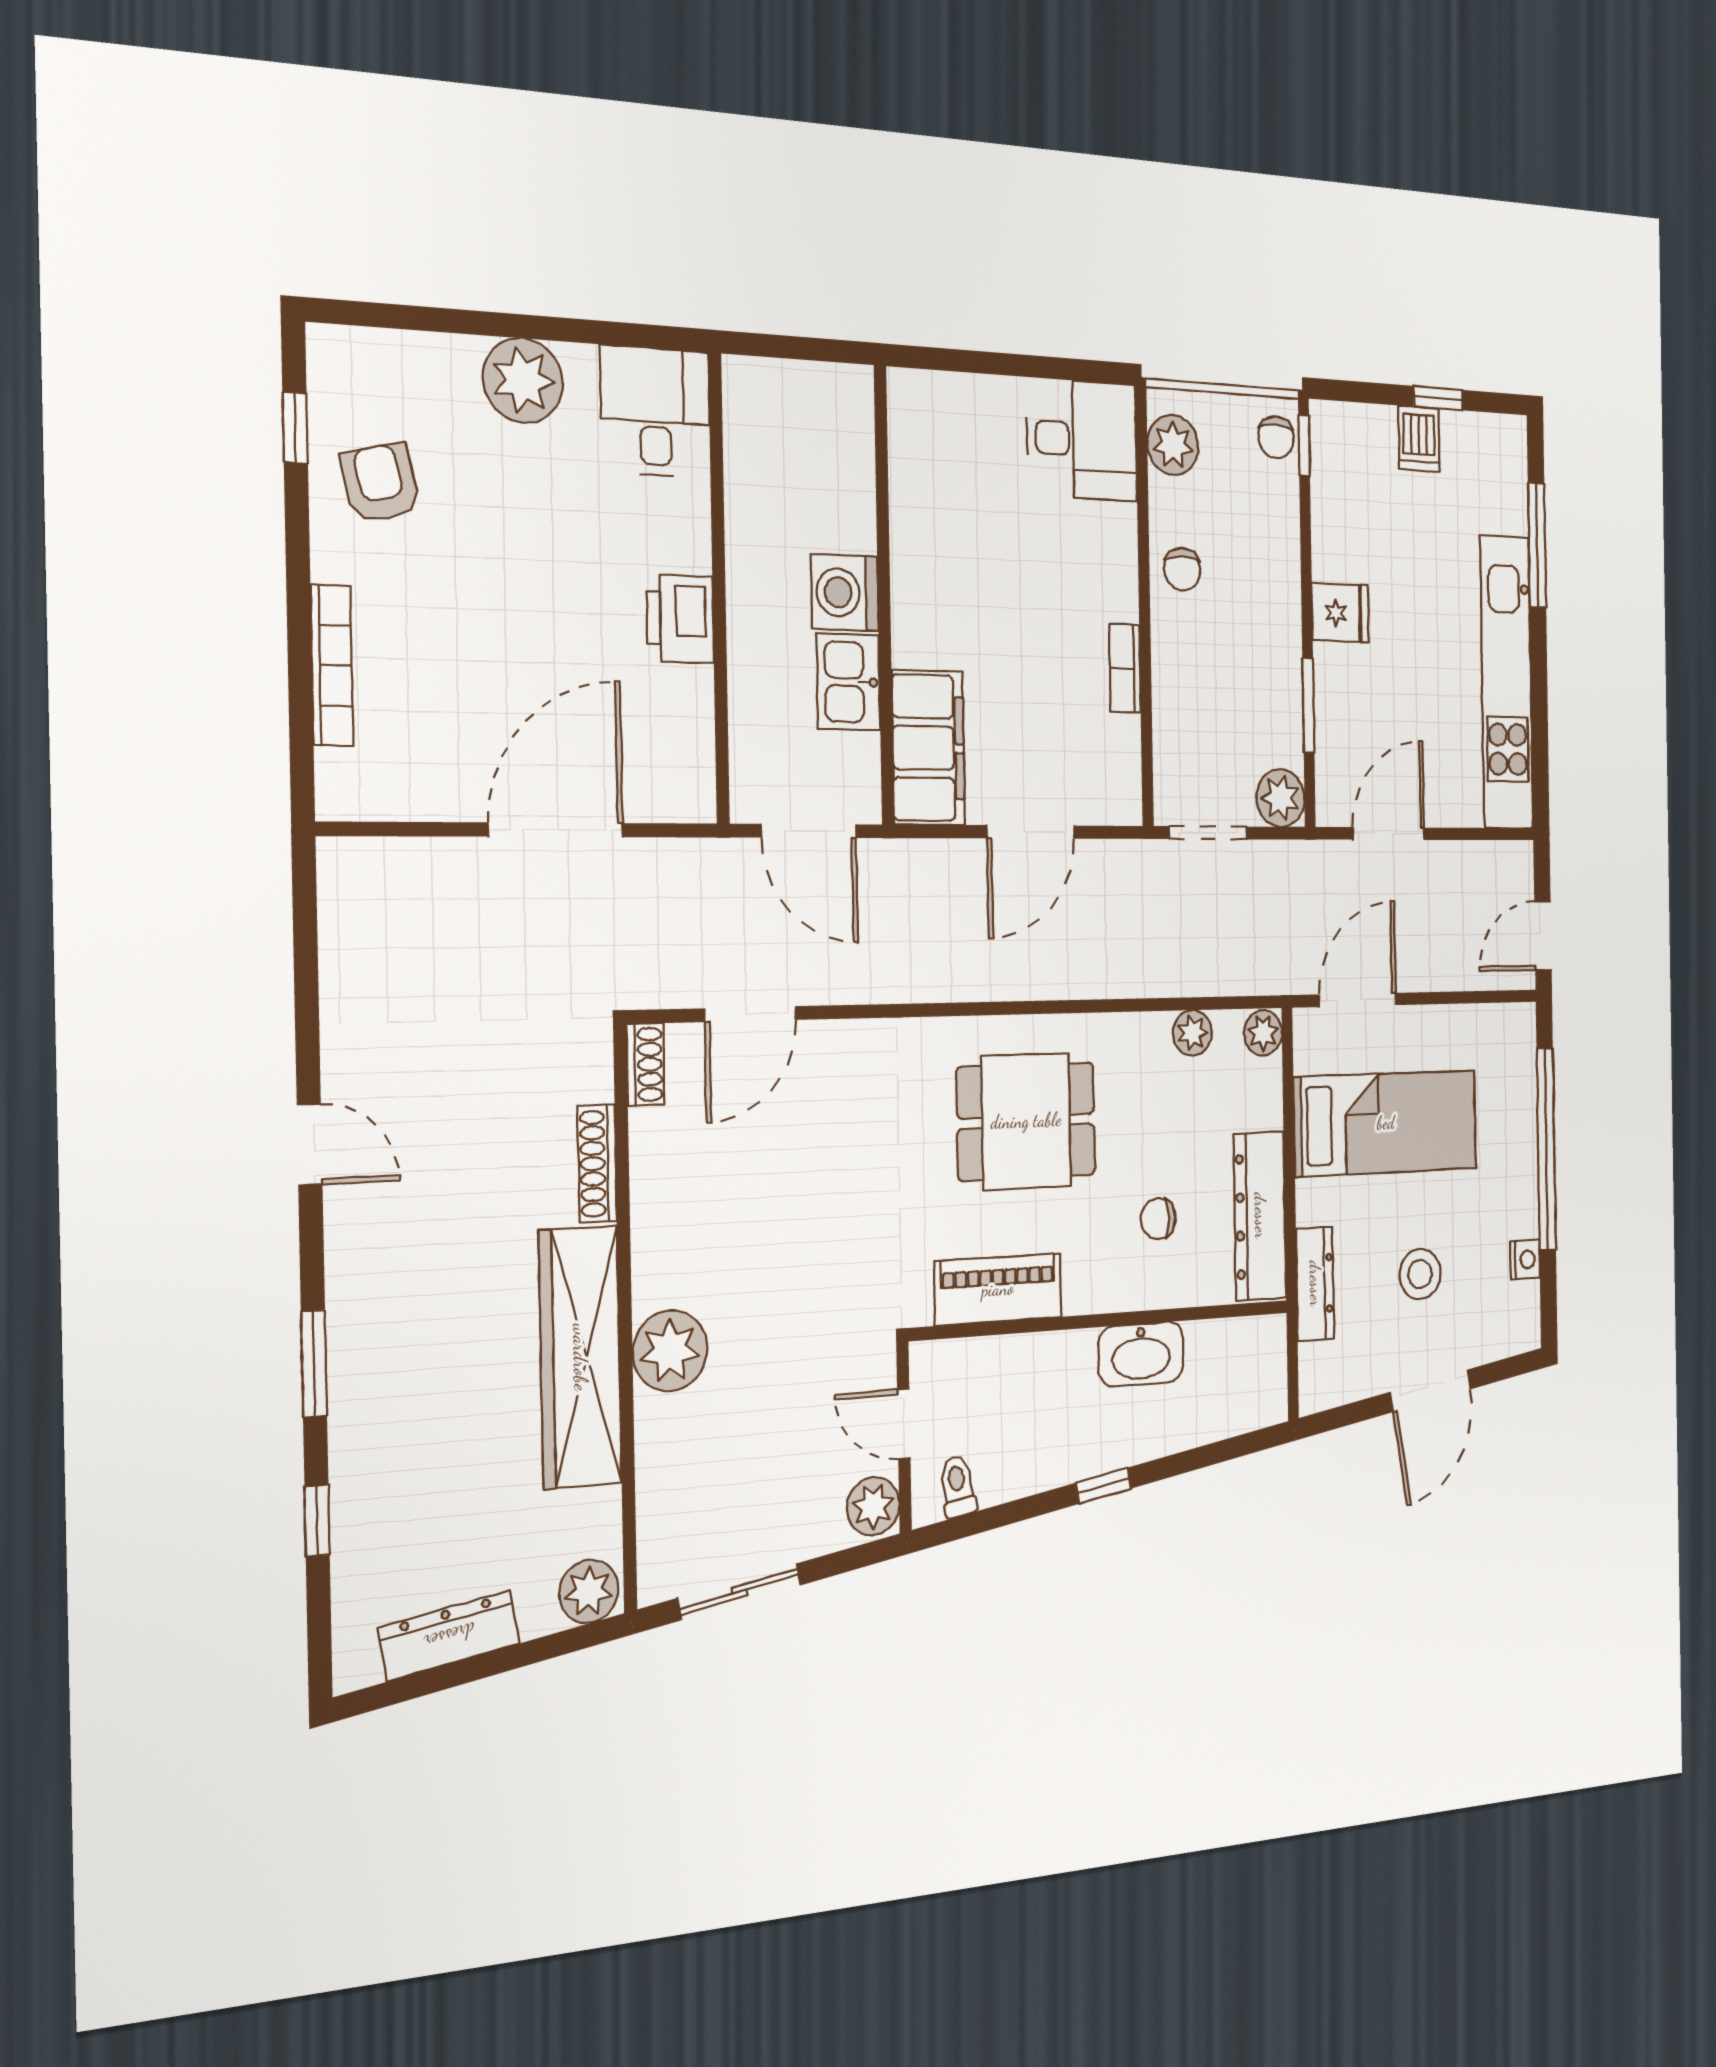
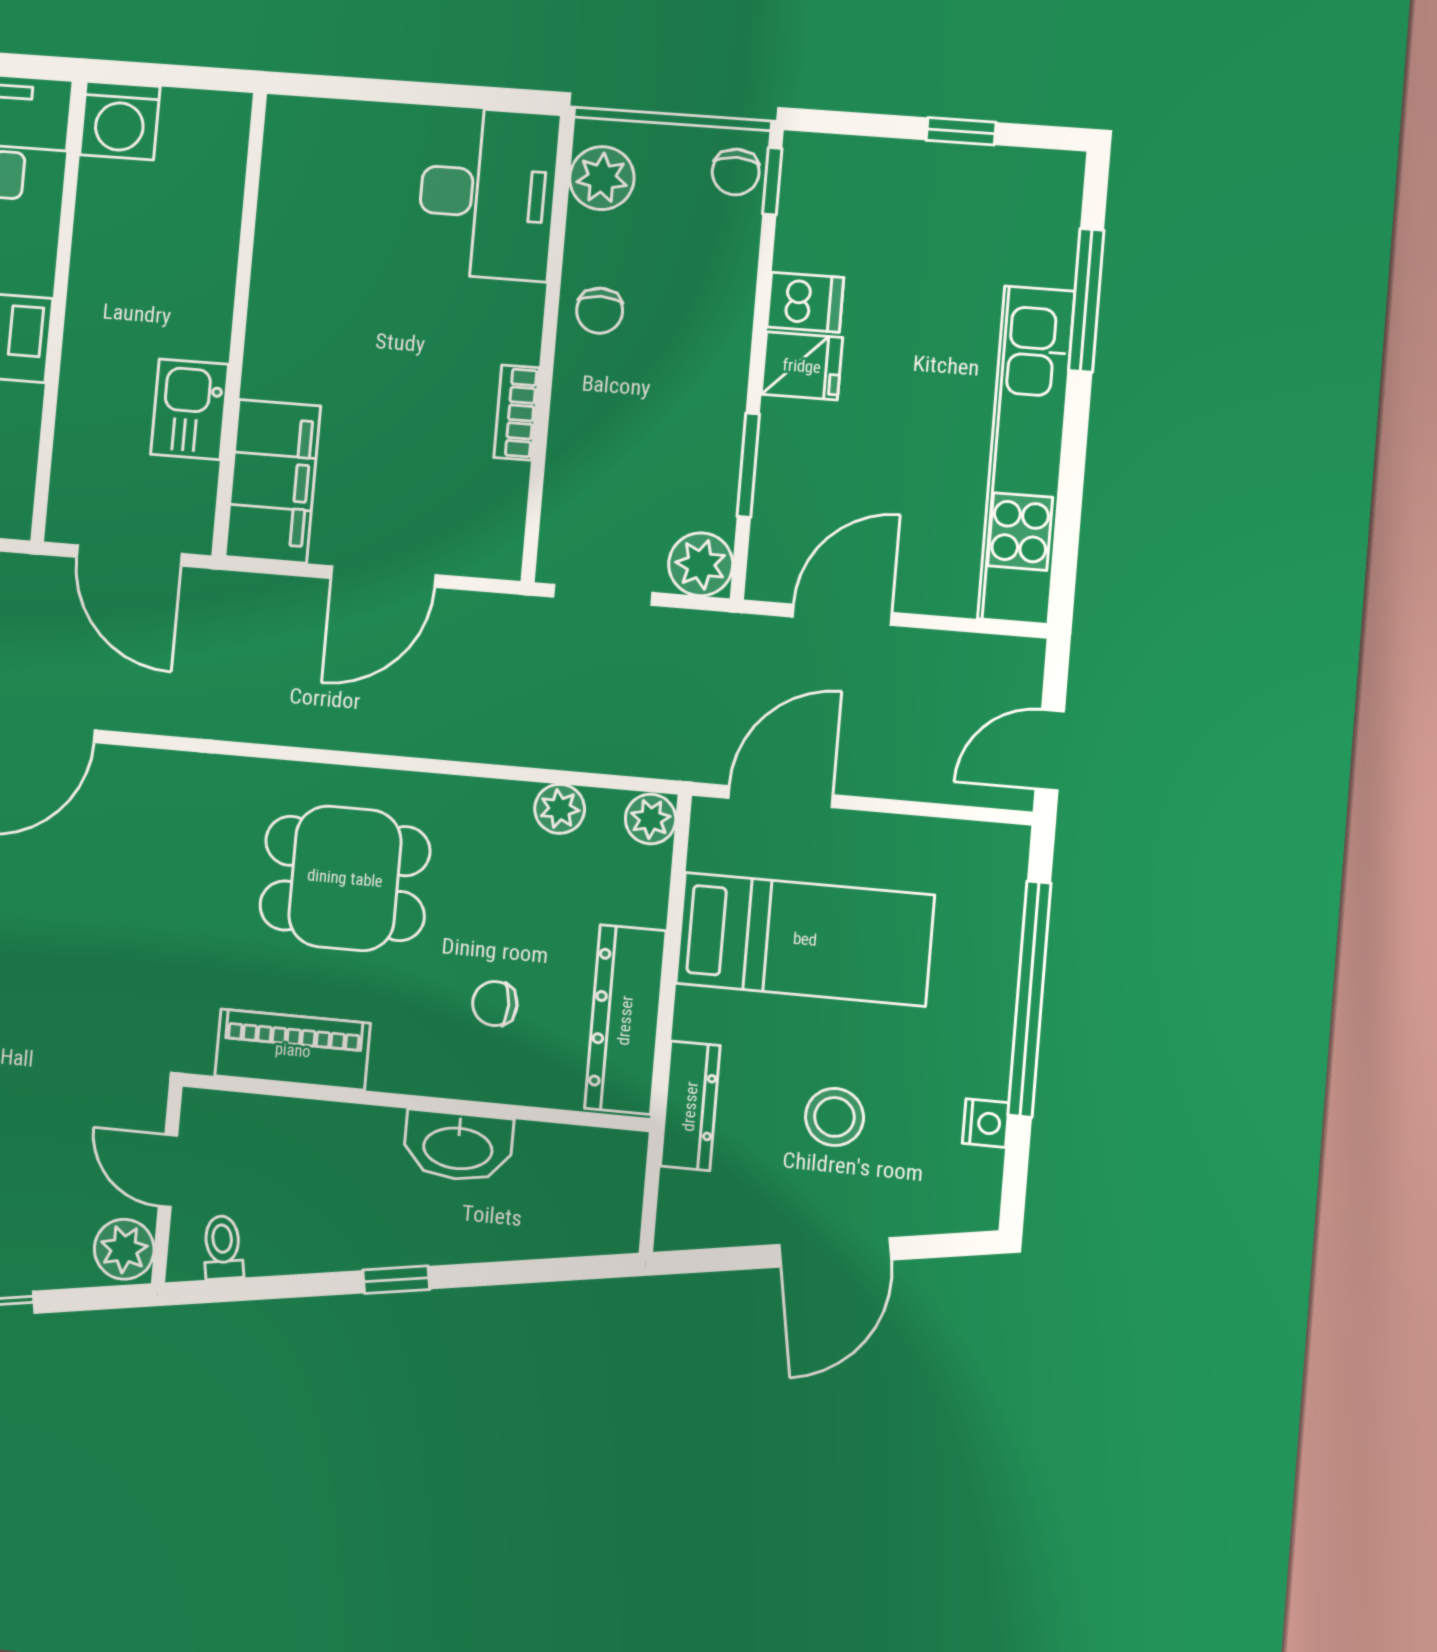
dishwasher: (1419, 439) -> (805, 302), moved, turned -90
desk: (1082, 440) -> (488, 194), width x1.37
washing machine: (845, 593) -> (120, 121), moved, turned -90

